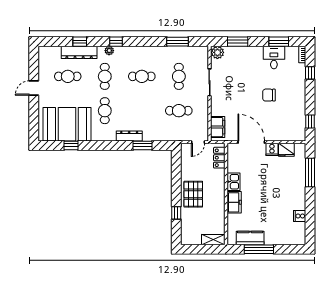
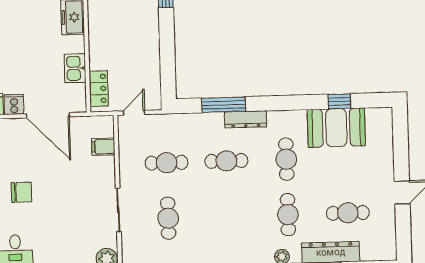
cafe table: (142, 76) -> (226, 161), moved
booth: (67, 124) -> (336, 128), width x0.73, depth x0.70
filing cabinet: (218, 127) -> (103, 147), width x0.50
window: (143, 145) -> (224, 105), width x1.44
kitchen sink: (234, 182) -> (75, 68), moved
pallet: (193, 194) -> (139, 28), removed

